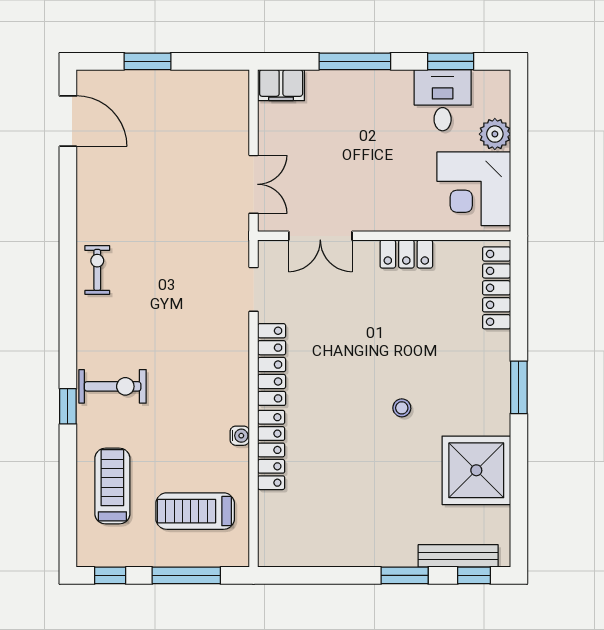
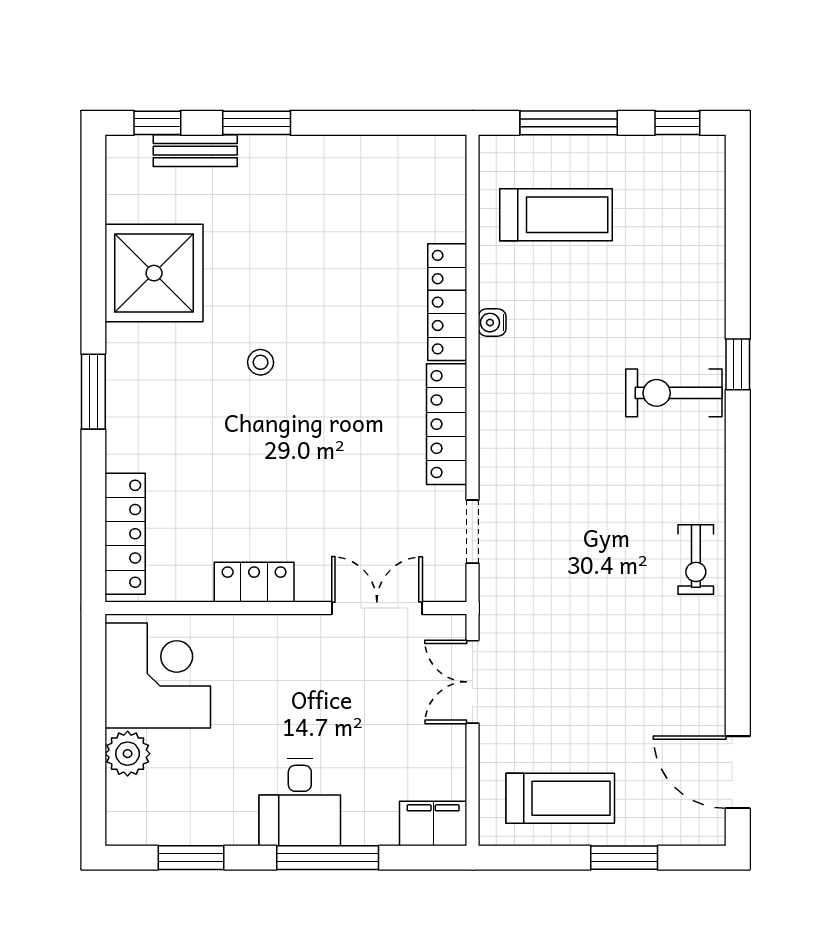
desk: (443, 100) -> (300, 802), moved
treadmill: (112, 486) -> (560, 798), moved, turned -90
bench: (458, 556) -> (195, 151), width x0.73

